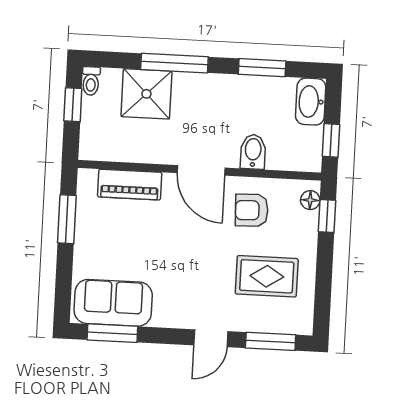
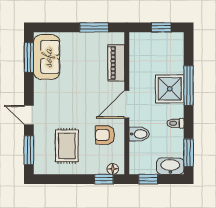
window: (262, 68) -> (189, 153), moved
toilet: (91, 81) -> (176, 123), moved
shower: (146, 94) -> (170, 89), moved
armchair: (252, 210) -> (105, 135), turned -88

